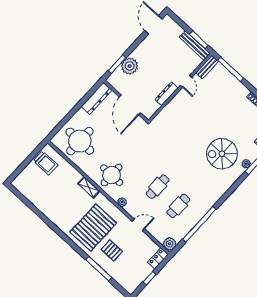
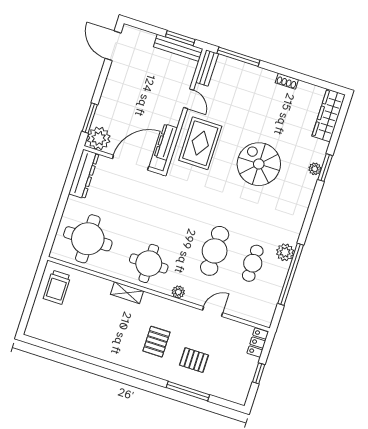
plant: (130, 66) -> (99, 138), moved
dresser: (167, 94) -> (166, 142), moved
door: (130, 105) -> (131, 163), swing flipped
rug: (180, 113) -> (200, 143), added
spiral stairs: (222, 154) -> (259, 164), moved, turned 90
trolley: (46, 163) -> (57, 287), turned 90
cafe table: (158, 187) -> (215, 251), width x1.37, depth x1.35
pallet: (93, 227) -> (156, 342), width x0.49, depth x0.50
plant: (170, 244) -> (285, 252), moved

